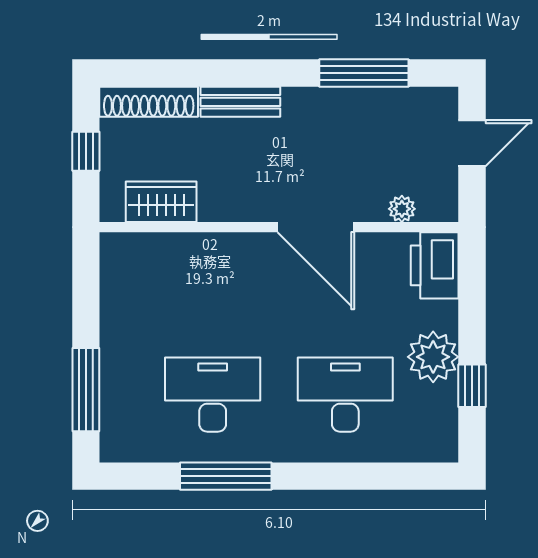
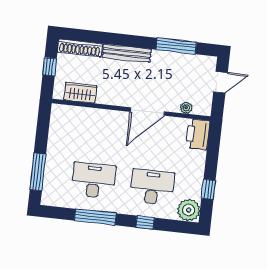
bench: (240, 102) -> (127, 53), width x1.36
door: (316, 227) -> (147, 112), hinge flipped
plant: (433, 357) -> (189, 210), moved
window: (339, 476) -> (145, 223), added

